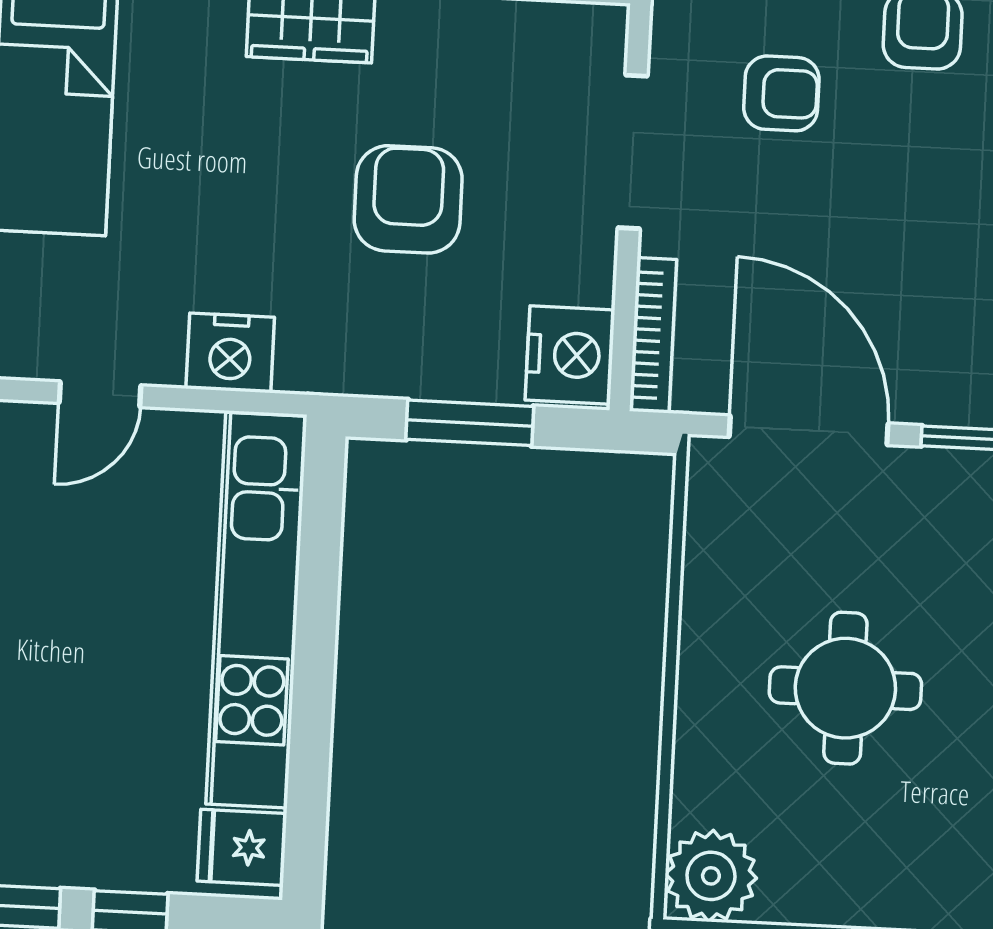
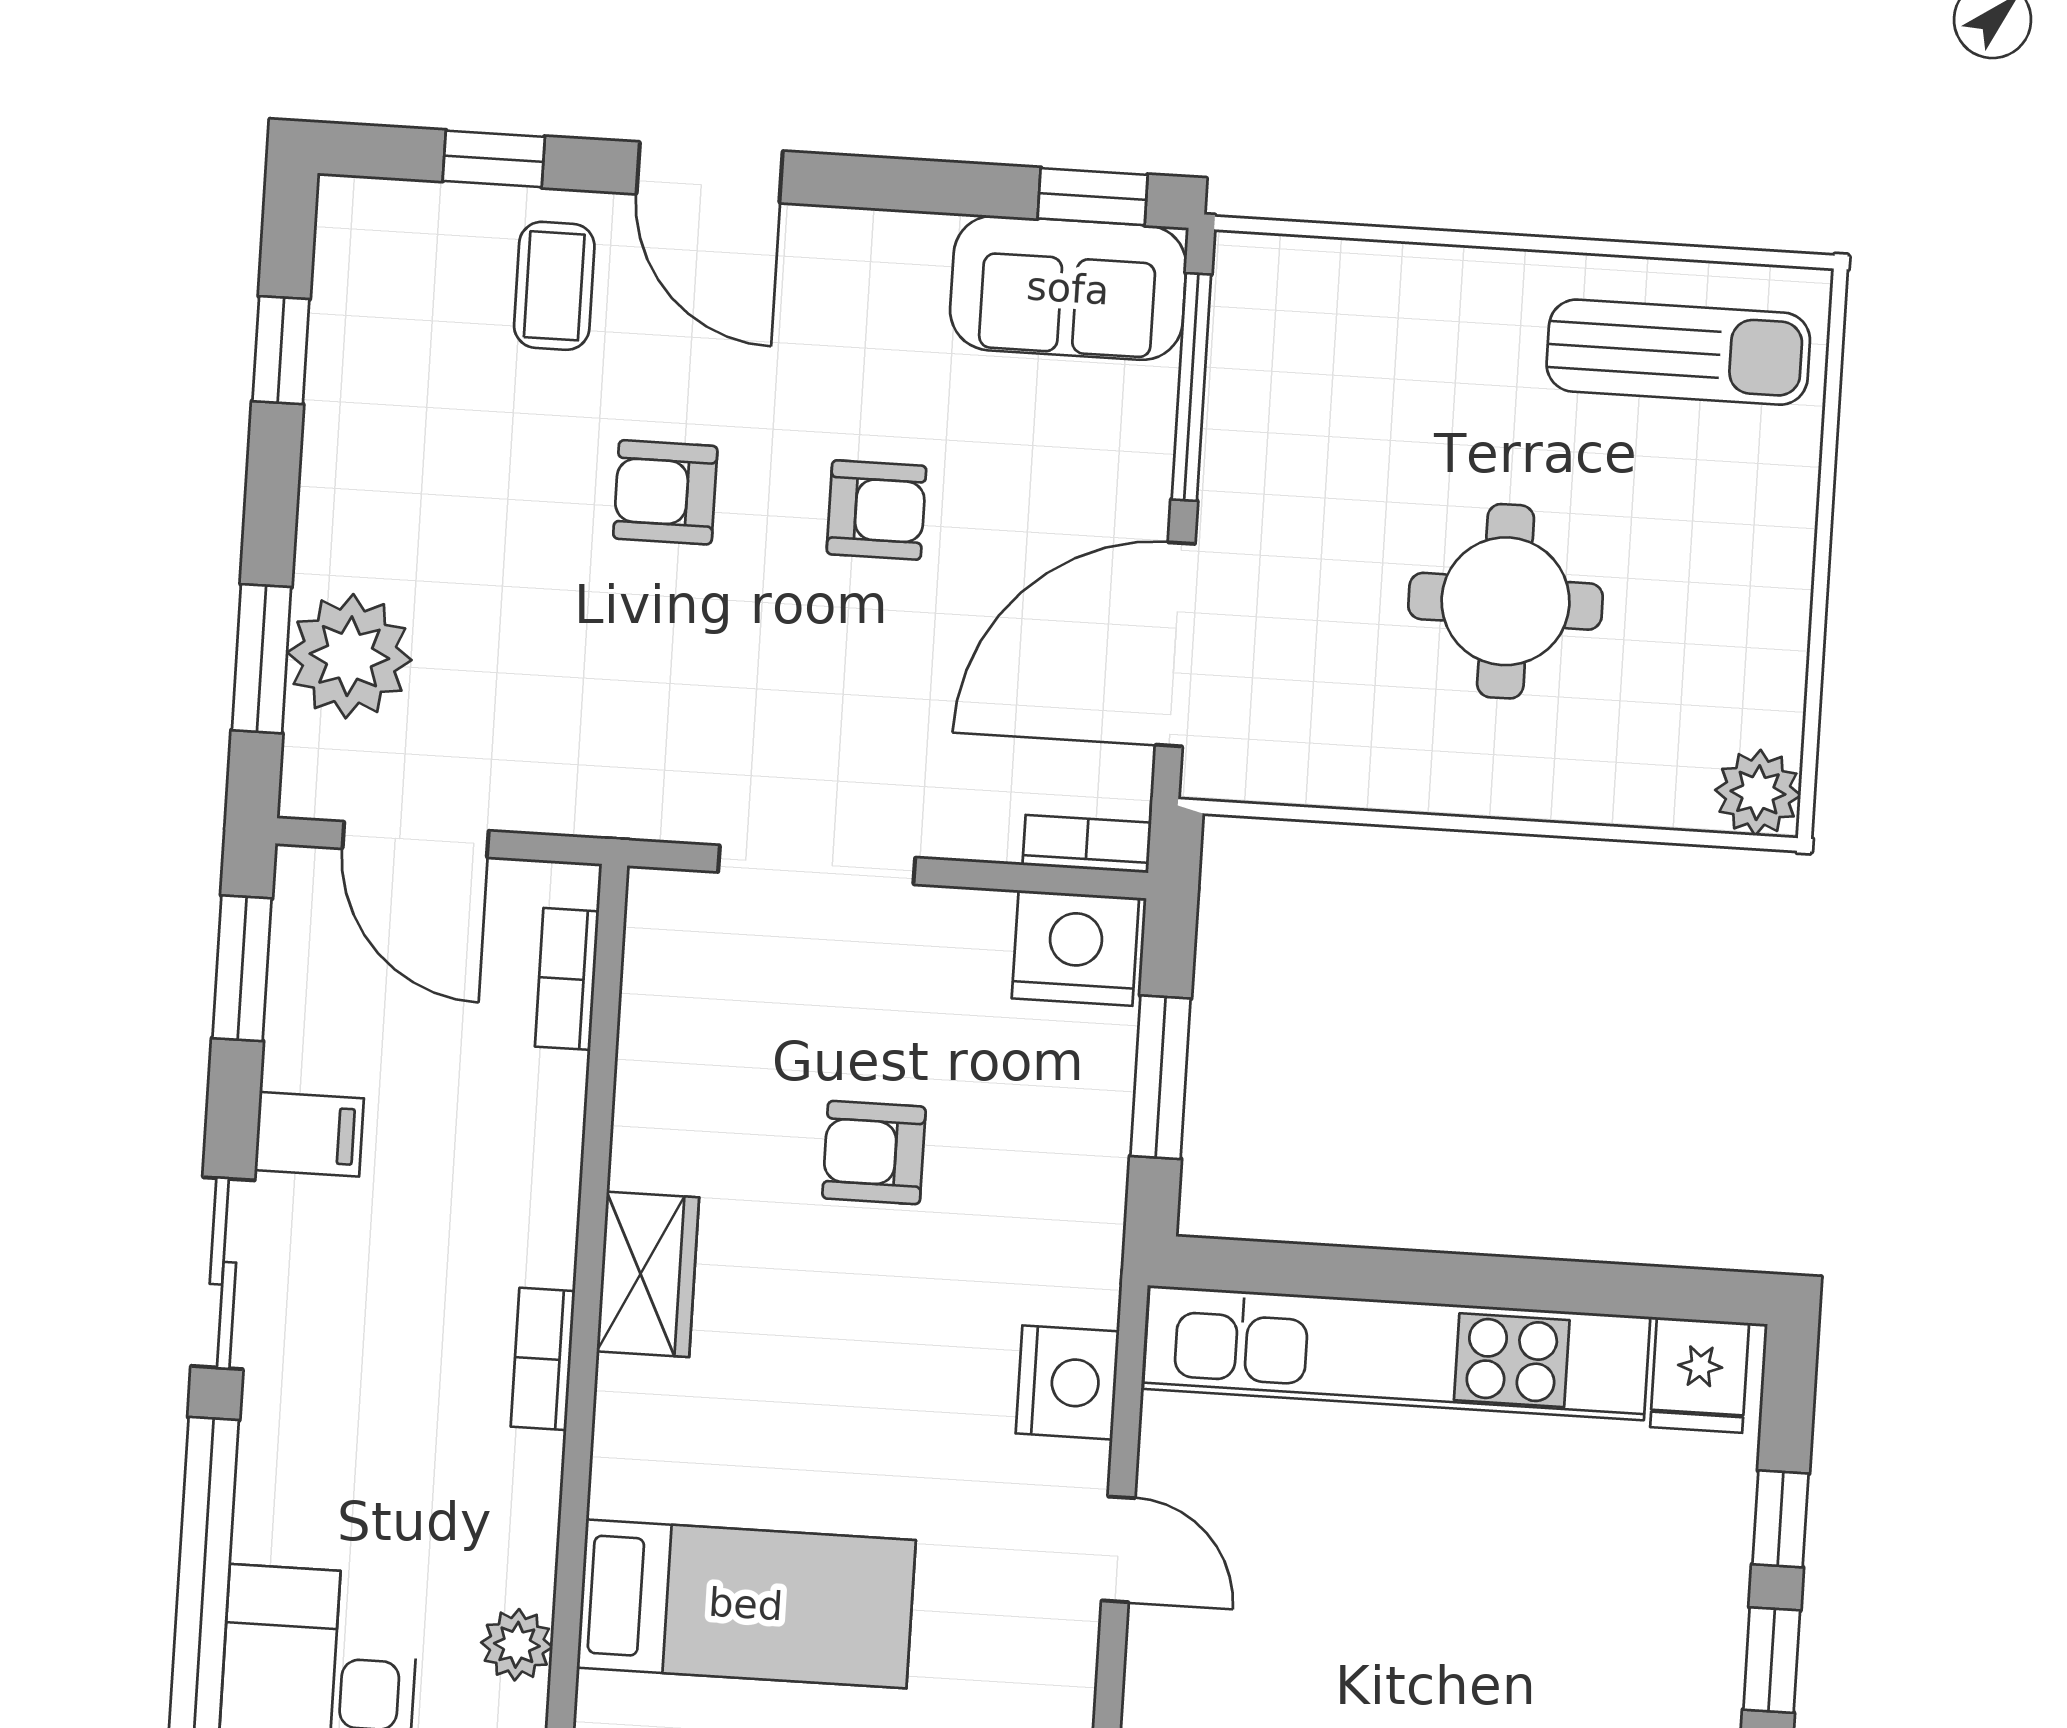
armchair: (781, 93) -> (876, 510), moved, turned 90
armchair: (408, 199) -> (874, 1153), width x0.72, depth x0.72
bookcase: (653, 335) -> (1087, 844), width x0.64
plant: (711, 876) -> (1758, 793), width x0.73, depth x0.73

